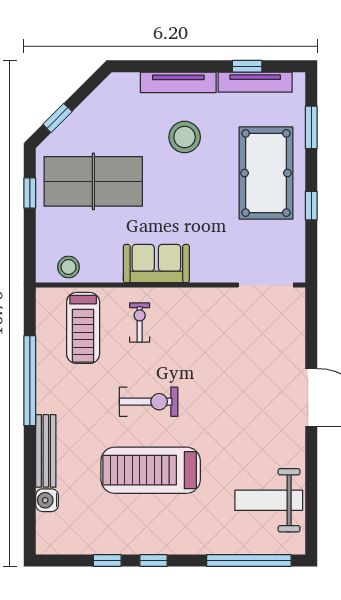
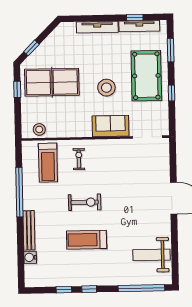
stool: (185, 137) -> (106, 88), moved
sofa: (156, 264) -> (111, 126), moved
treadmill: (151, 470) -> (87, 240), width x0.73, depth x0.73

